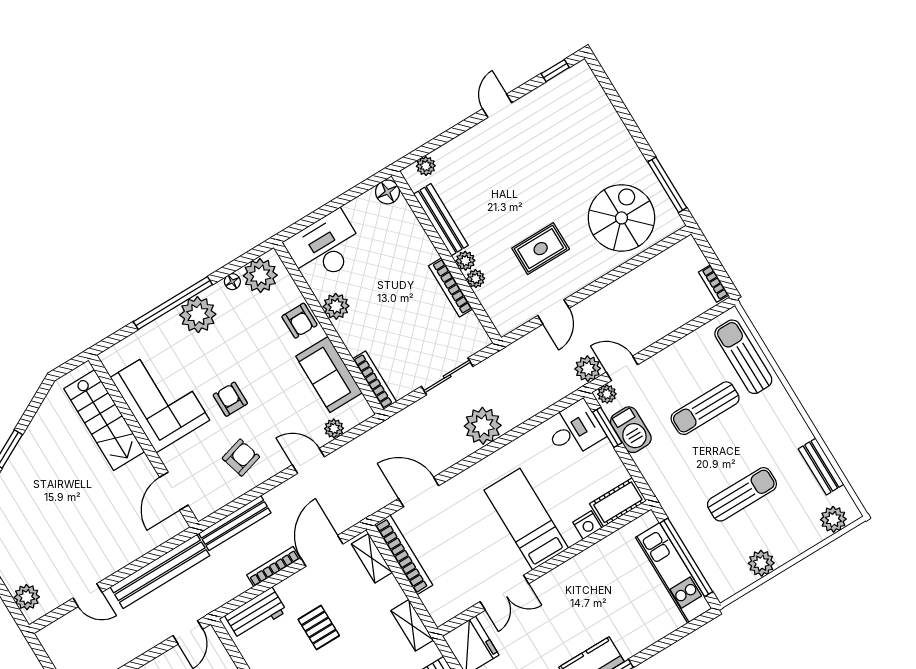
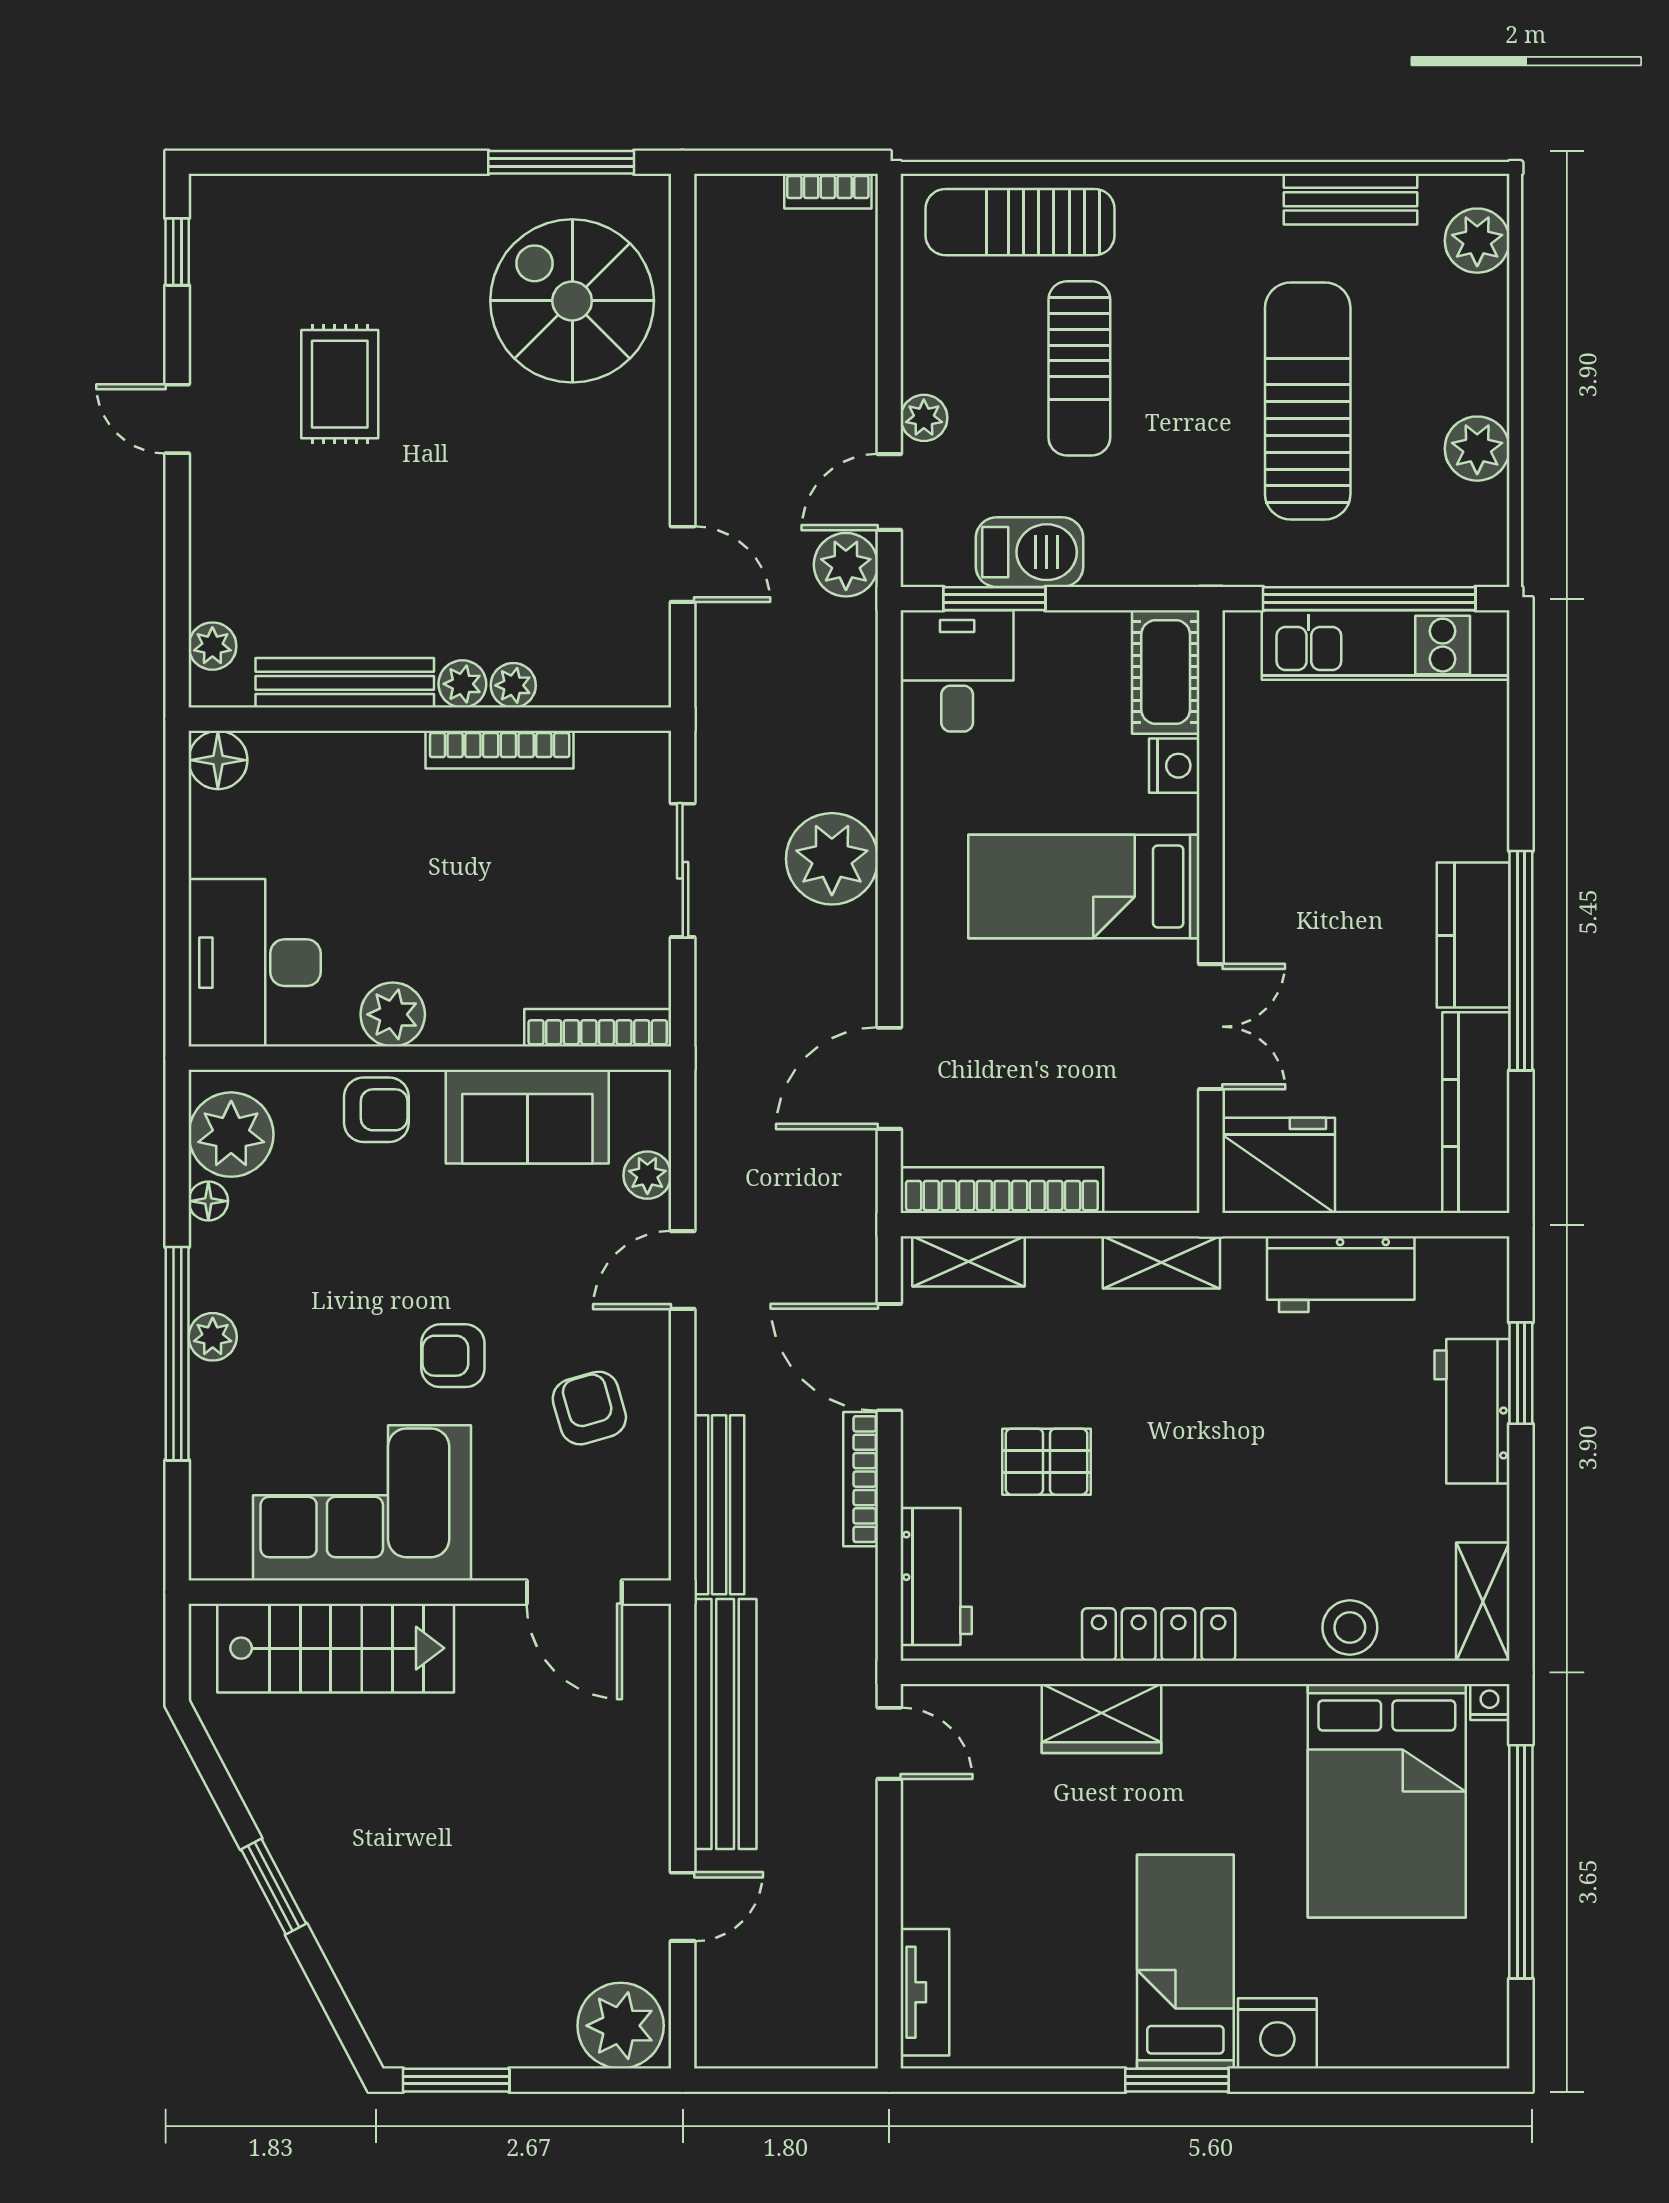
rug: (541, 249) -> (340, 384), moved
plant: (198, 315) -> (213, 1337), width x0.53, depth x0.53
plant: (607, 394) -> (924, 418), moved
sun lounger: (742, 494) -> (1308, 401), width x1.36, depth x1.34
plant: (27, 597) -> (621, 2026), width x1.36, depth x1.36

